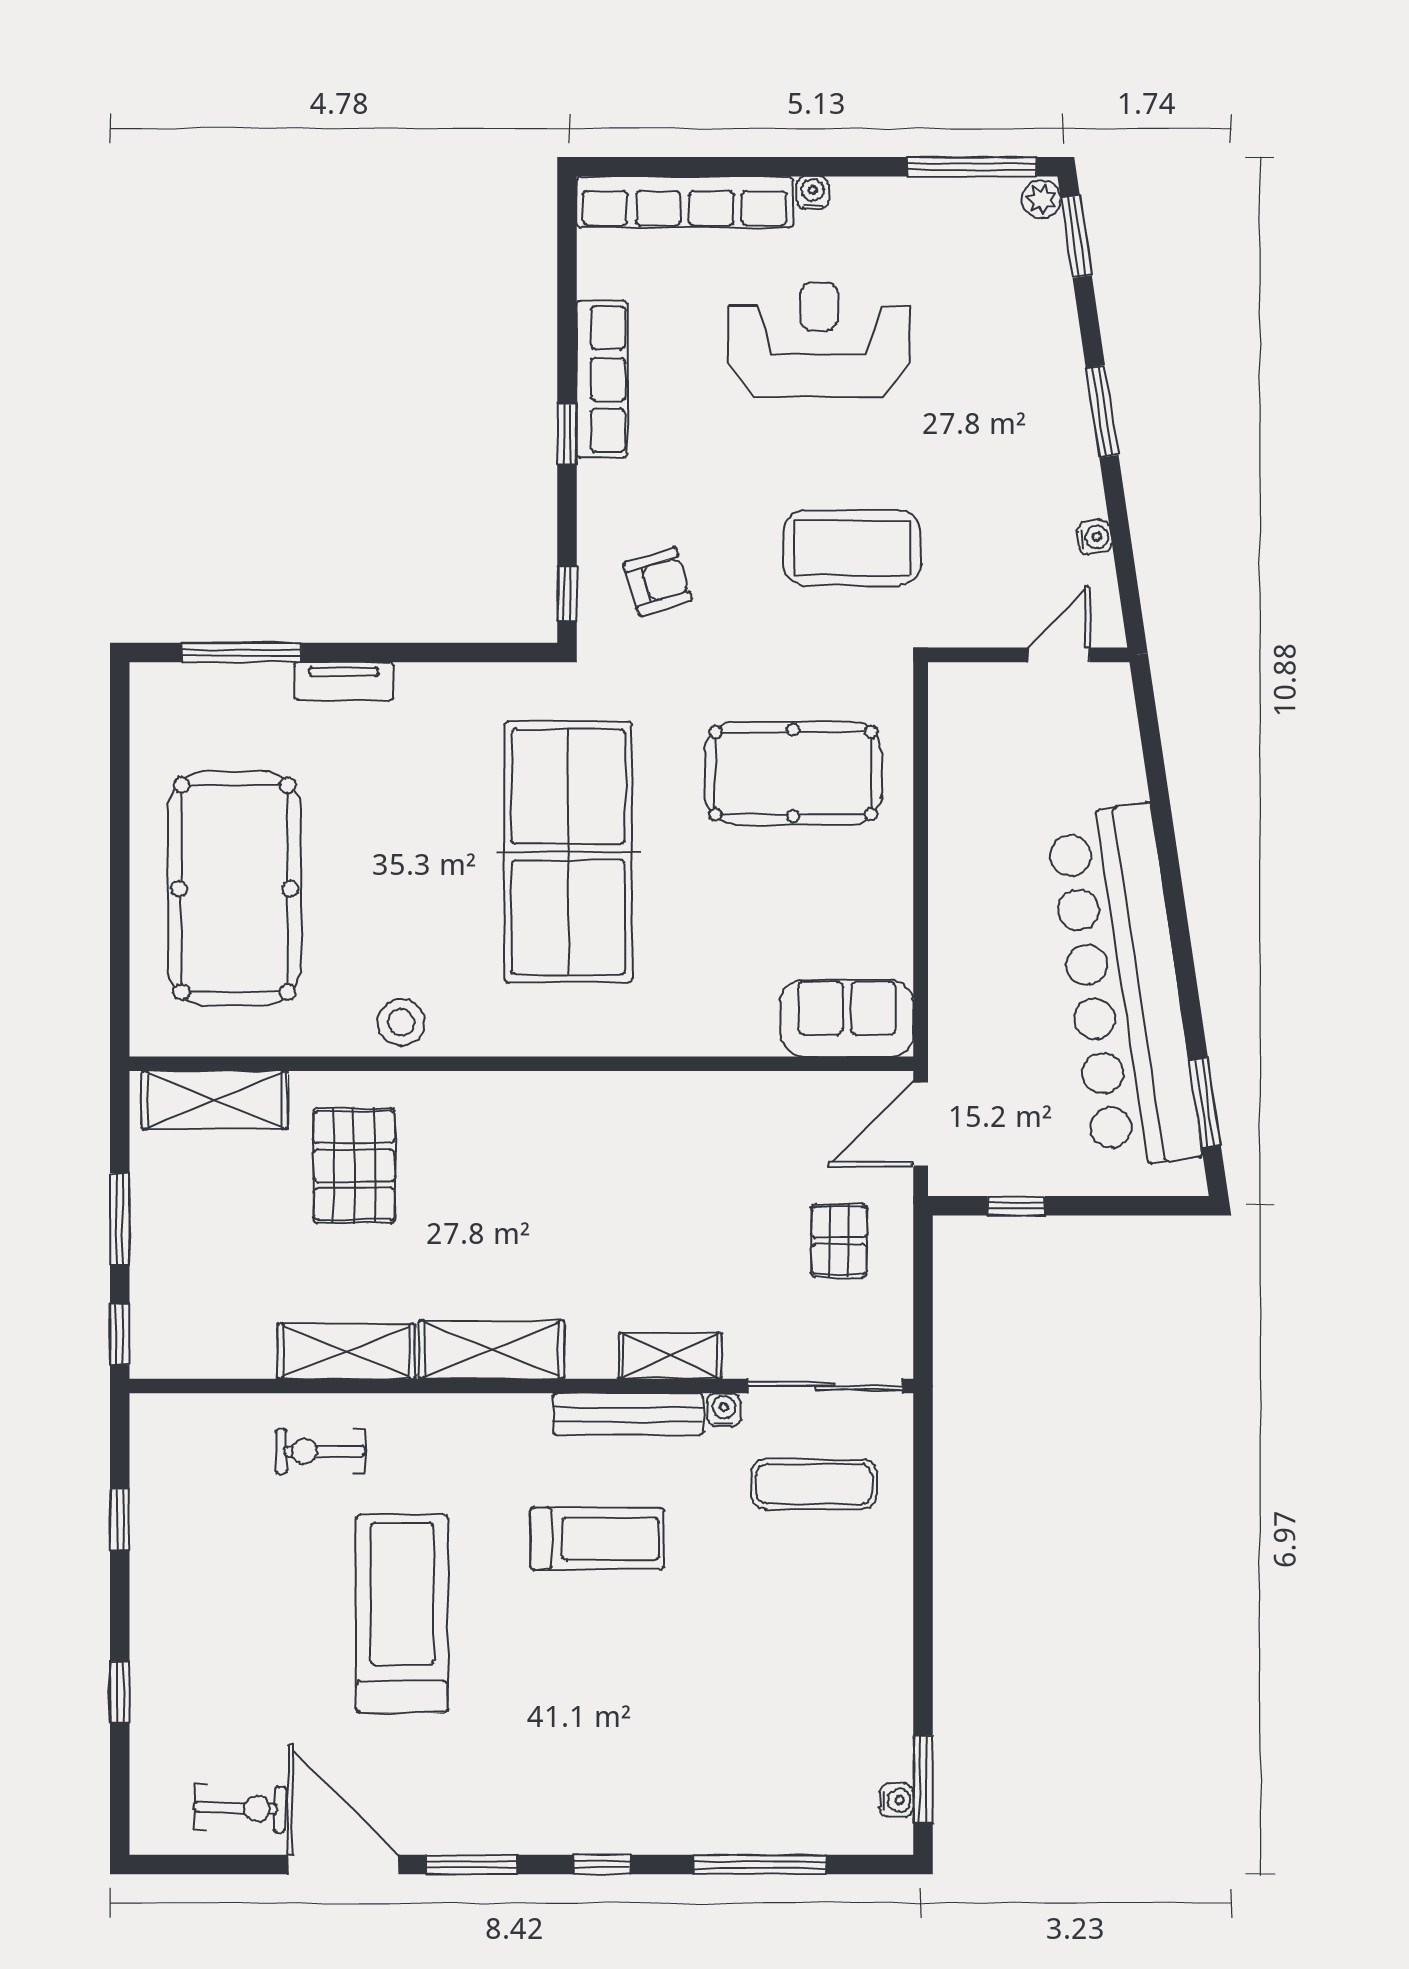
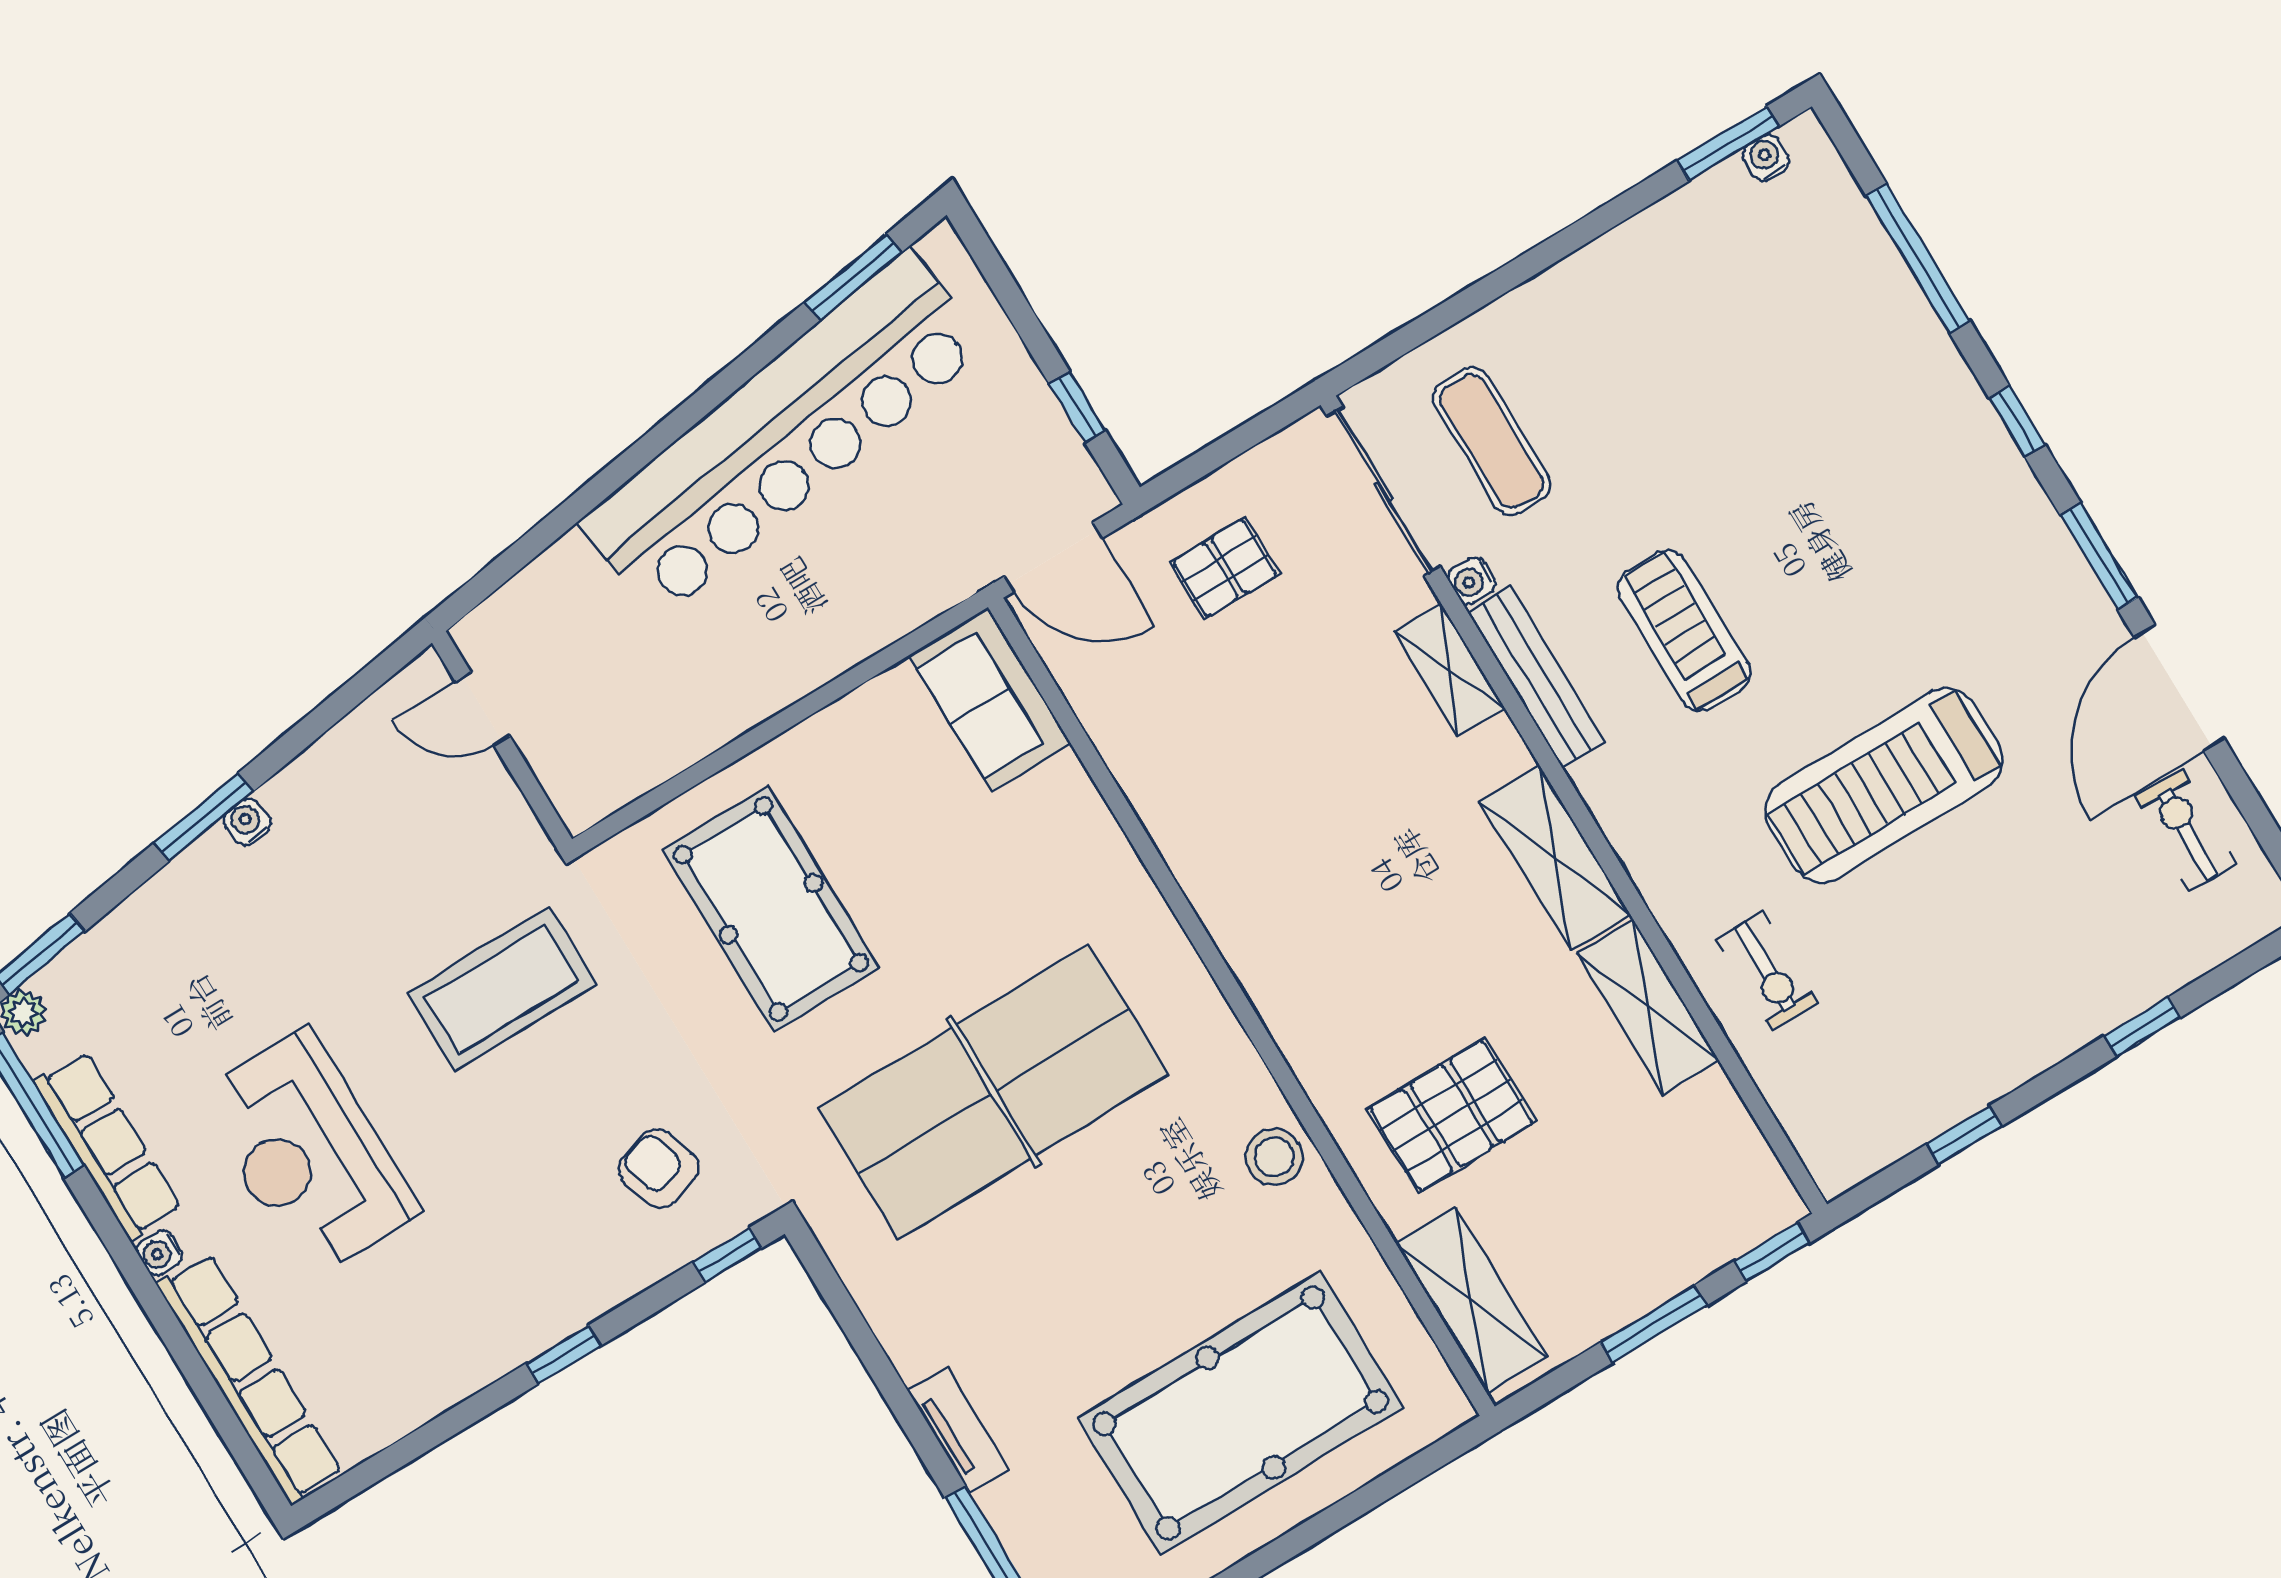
row of seats: (602, 379) -> (108, 1145), moved, turned 90
water cooler: (1094, 537) -> (247, 822), moved
coffee table: (852, 548) -> (502, 989), turned 90

